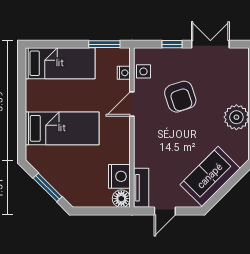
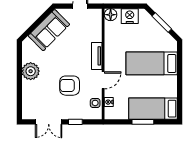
window: (104, 44) -> (143, 122), moved
armchair: (180, 97) -> (70, 86), turned -72
nightstand: (119, 176) -> (130, 16), moved, turned 90
tv unit: (141, 188) -> (97, 56), moved

